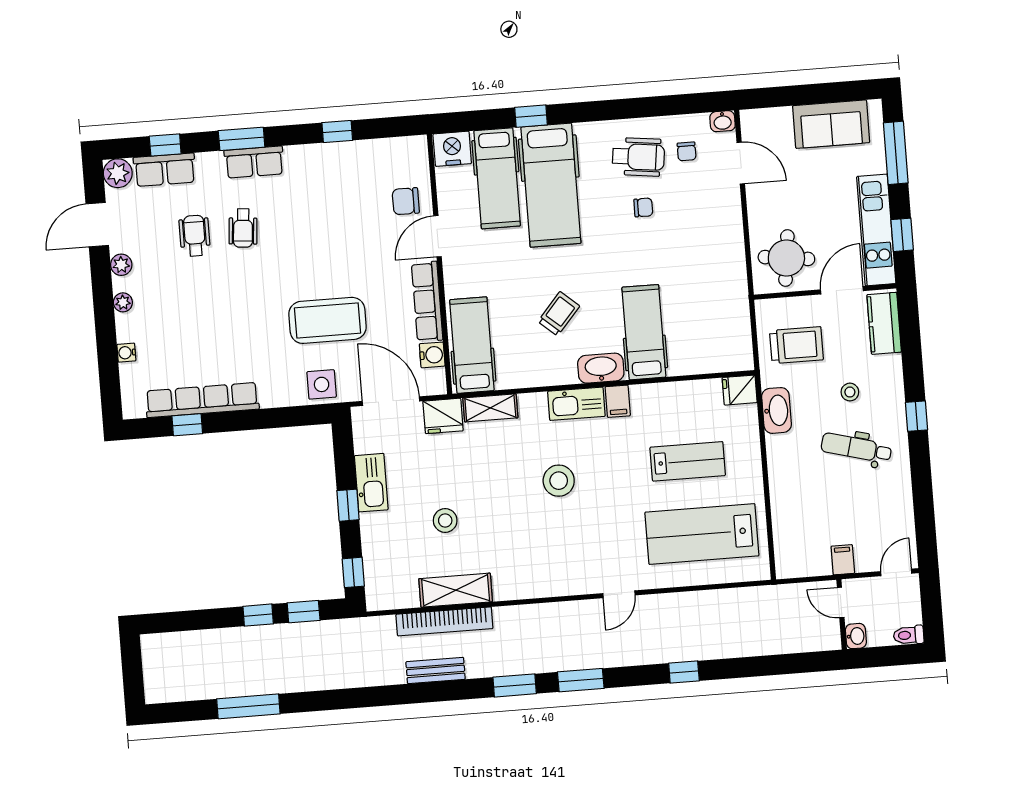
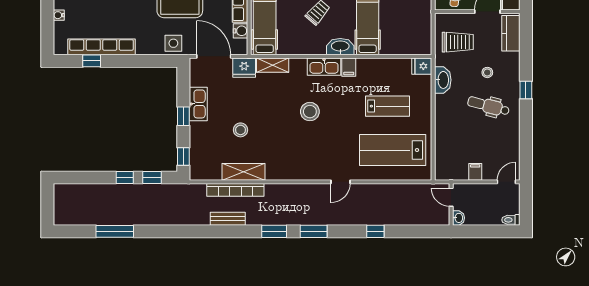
door: (841, 602) -> (451, 197), moved
wall: (842, 614) -> (451, 204), moved
washbasin: (856, 636) -> (458, 218), moved

